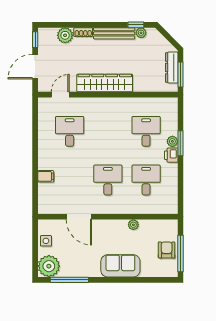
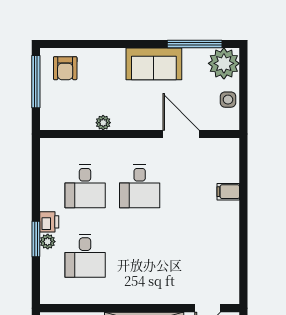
desk: (70, 131) -> (194, 256), removed
armchair: (167, 250) -> (65, 68), moved
sofa: (120, 266) -> (154, 64), moved

